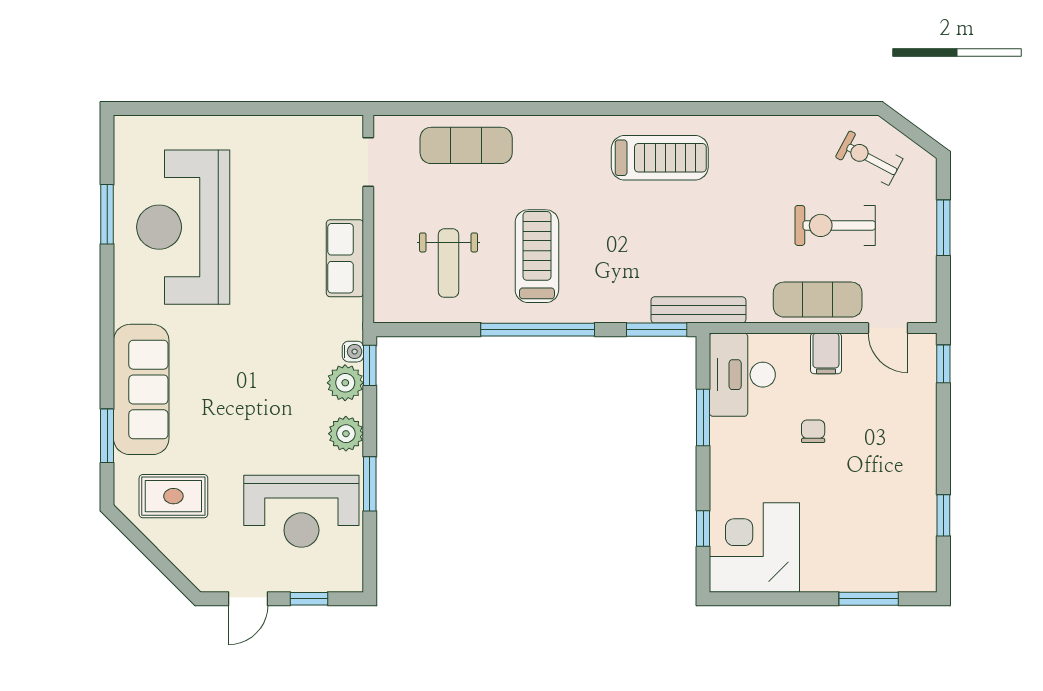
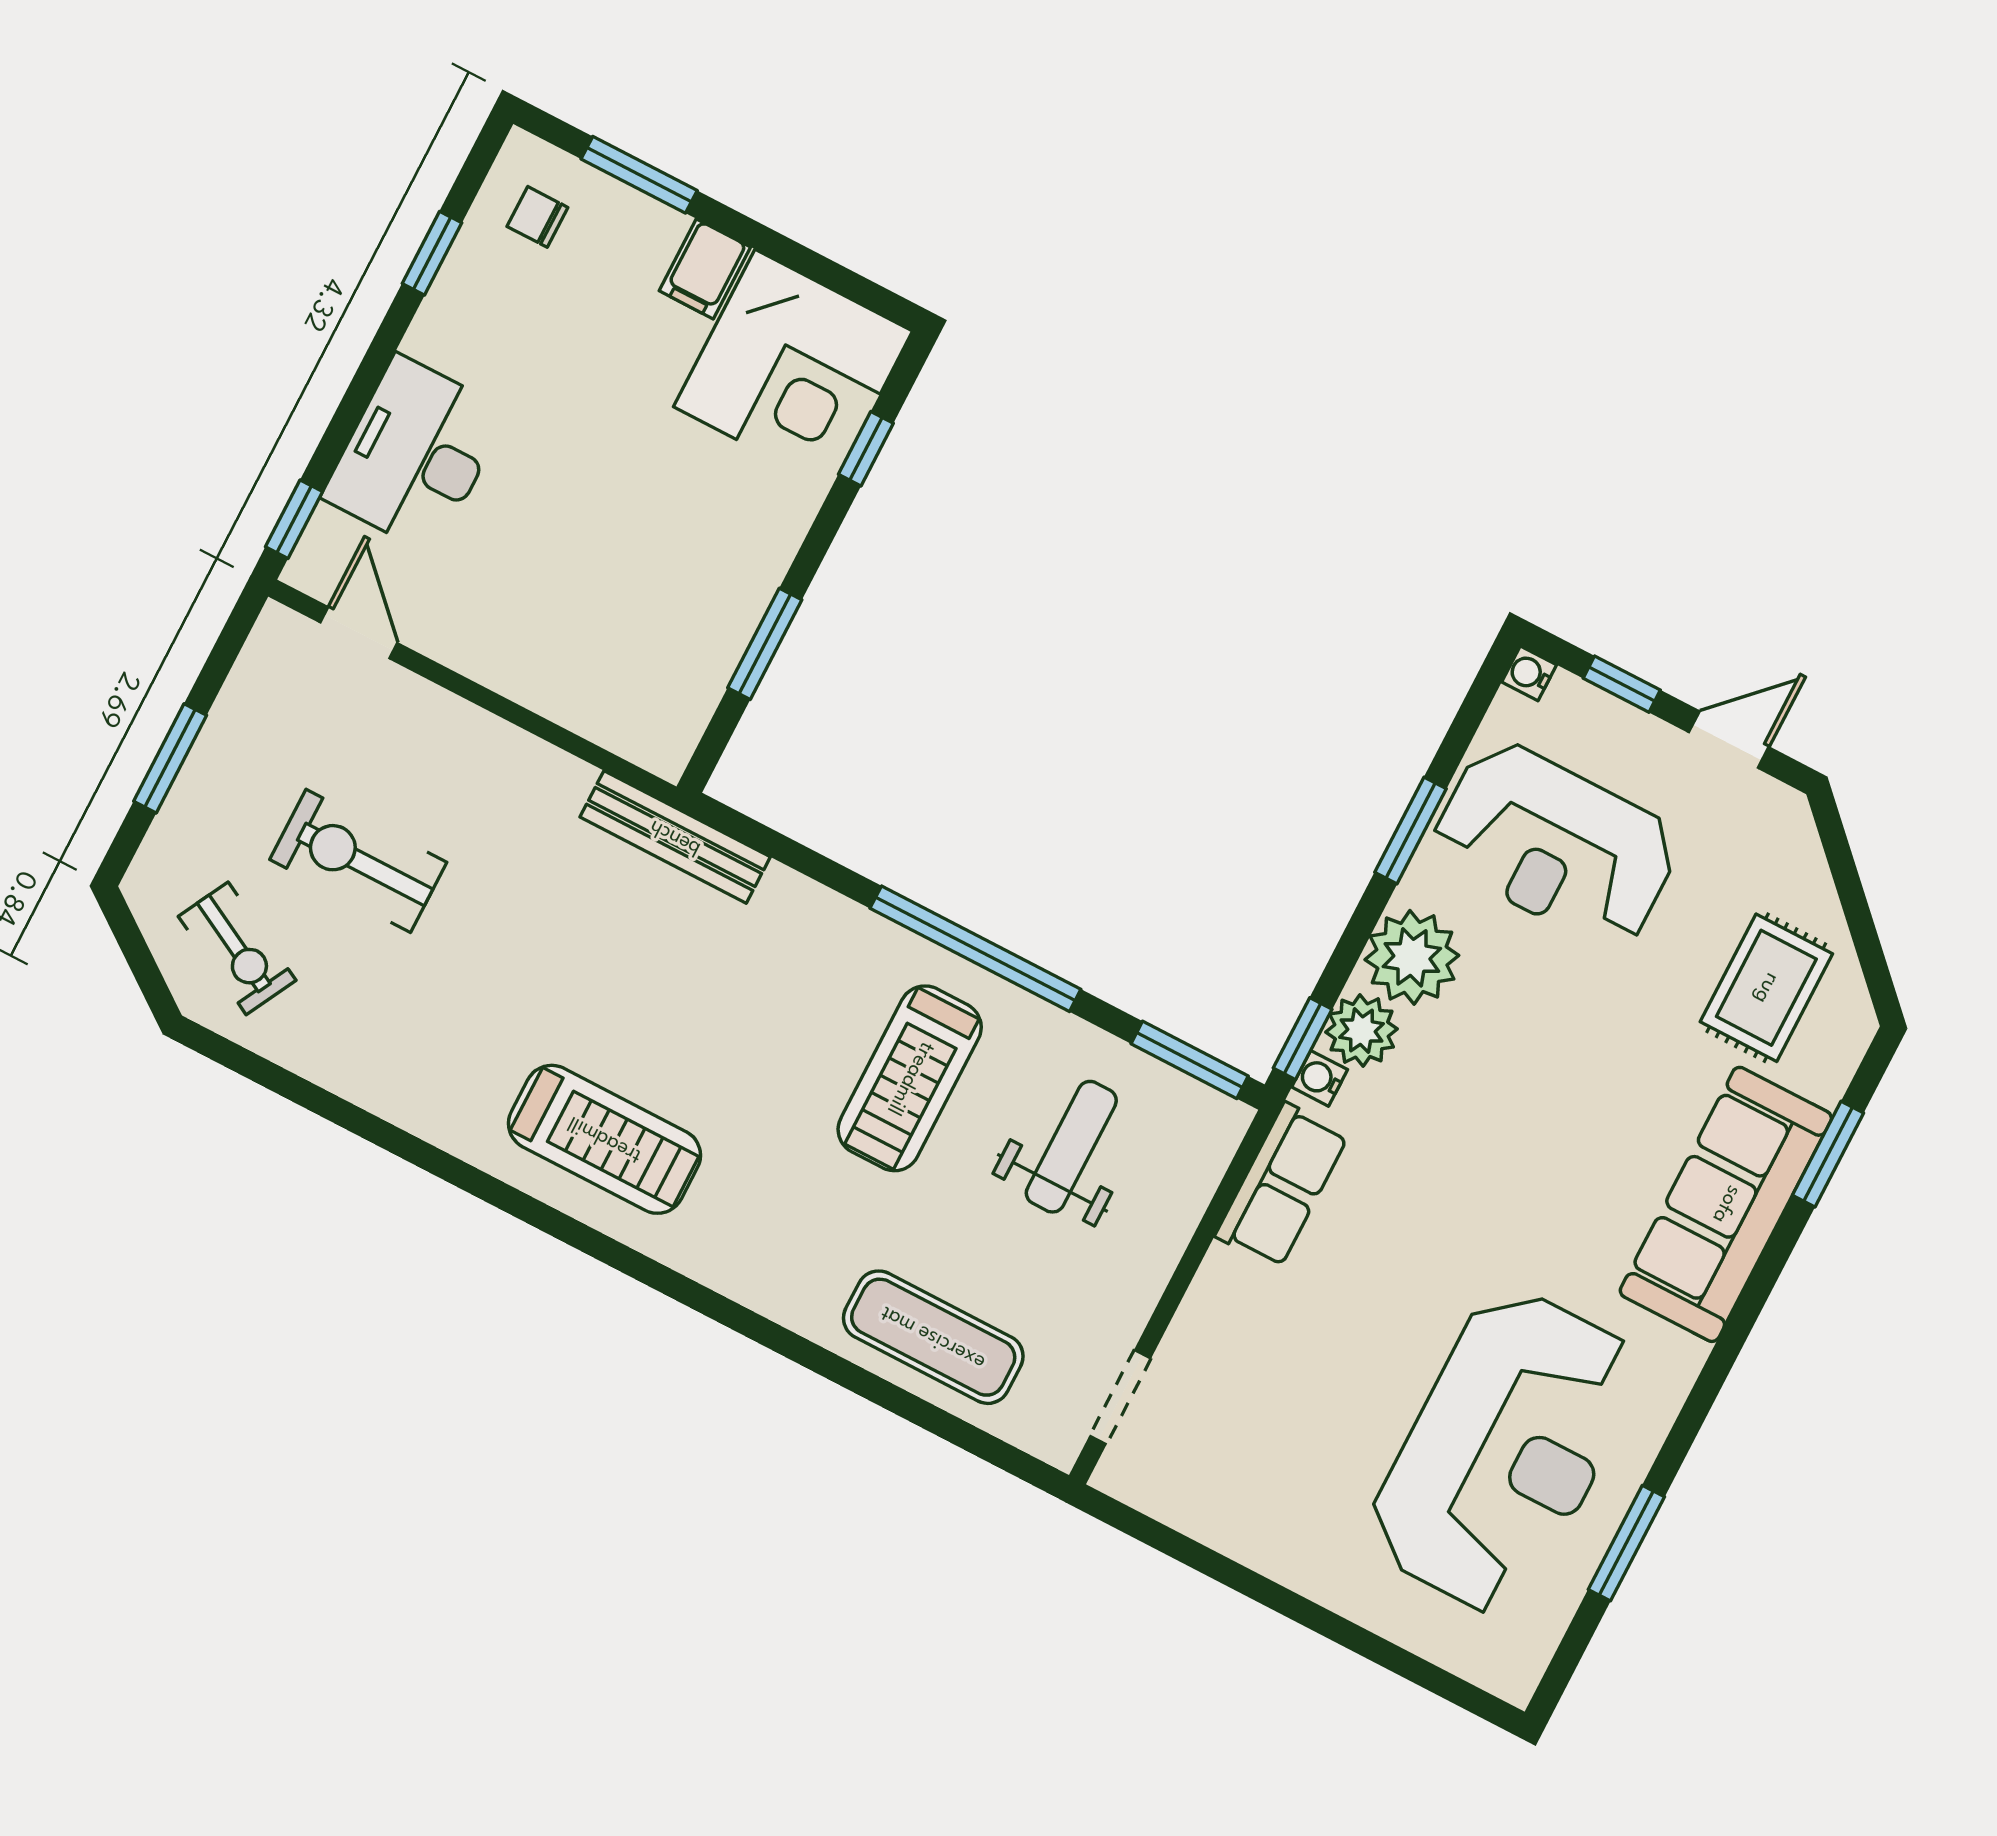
treadmill: (660, 158) -> (605, 1139), turned 180
exercise bike: (835, 225) -> (358, 861), turned 180
row of seats: (345, 258) -> (1282, 1186), moved
exercise mat: (818, 300) -> (456, 747), removed
window: (657, 330) -> (1190, 1060), moved
filing cabinet: (826, 353) -> (705, 269), moved, turned 180
desk: (742, 375) -> (415, 454), moved, turned 180
chair: (813, 431) -> (537, 217), moved, turned 90
plant: (346, 434) -> (1412, 957), width x1.36, depth x1.36
rug: (173, 496) -> (1766, 988), turned 90
reception desk: (301, 511) -> (1555, 845), turned 180
water cooler: (353, 582) -> (1529, 673), added

